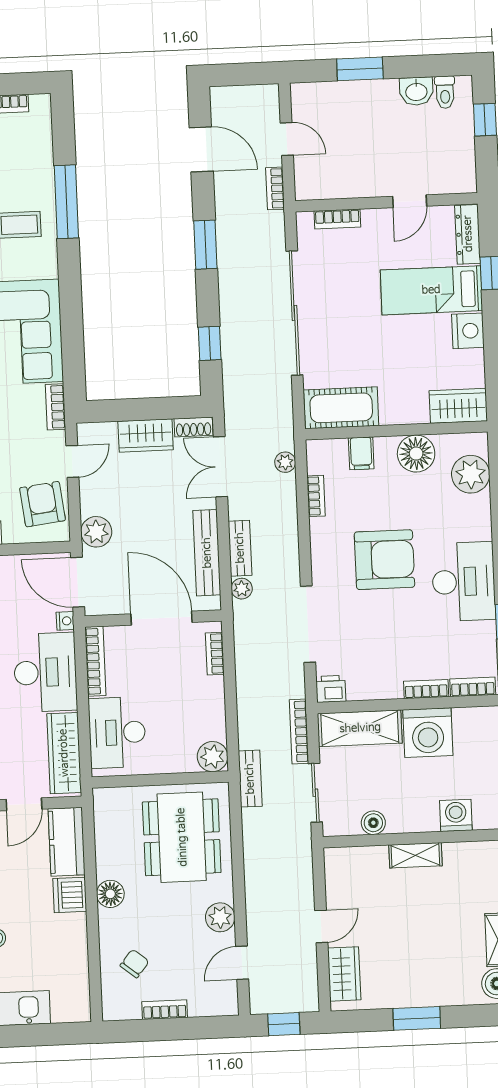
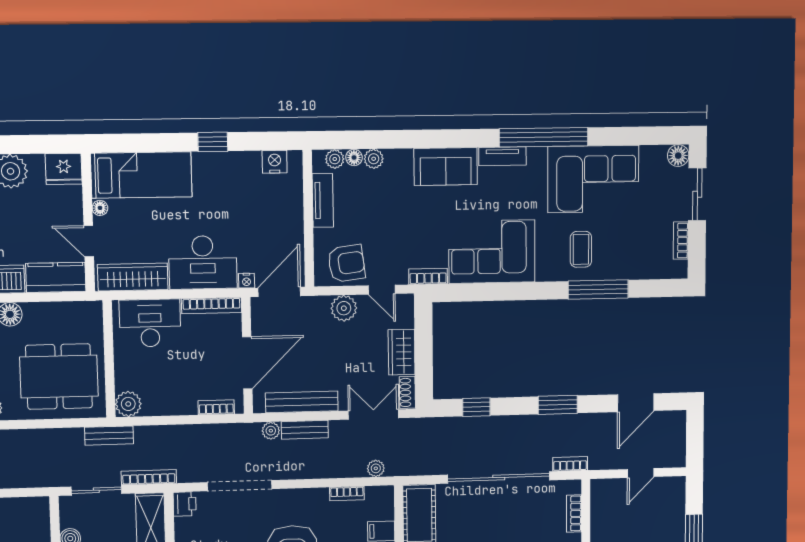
bookcase: (275, 188) -> (570, 464), moved
plant: (96, 532) -> (344, 308), moved

